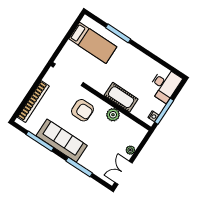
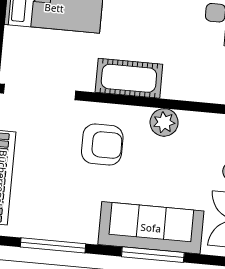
cot: (121, 97) -> (129, 78), moved
sofa: (62, 141) -> (151, 228), moved

